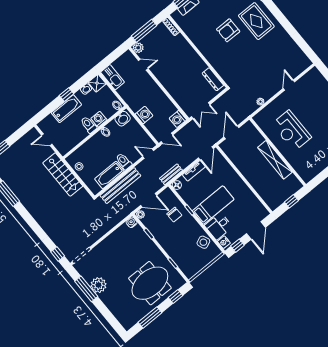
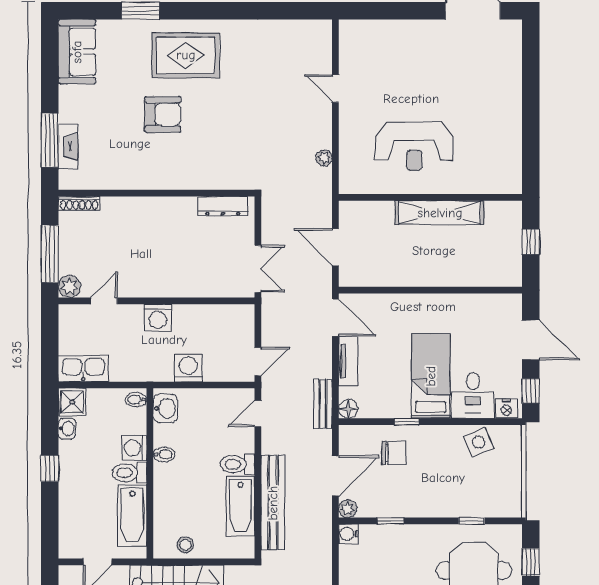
armchair: (228, 30) -> (163, 114), turned -90
bathtub: (66, 109) -> (132, 516), moved, turned 180
washing machine: (178, 119) -> (158, 318), moved

